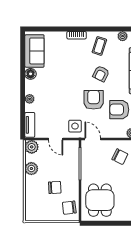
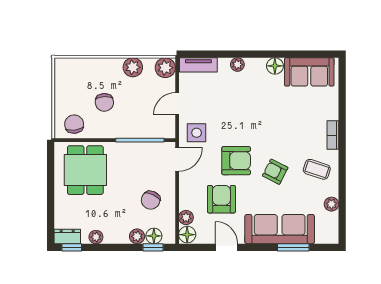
dining table: (100, 200) -> (85, 170), turned 90

